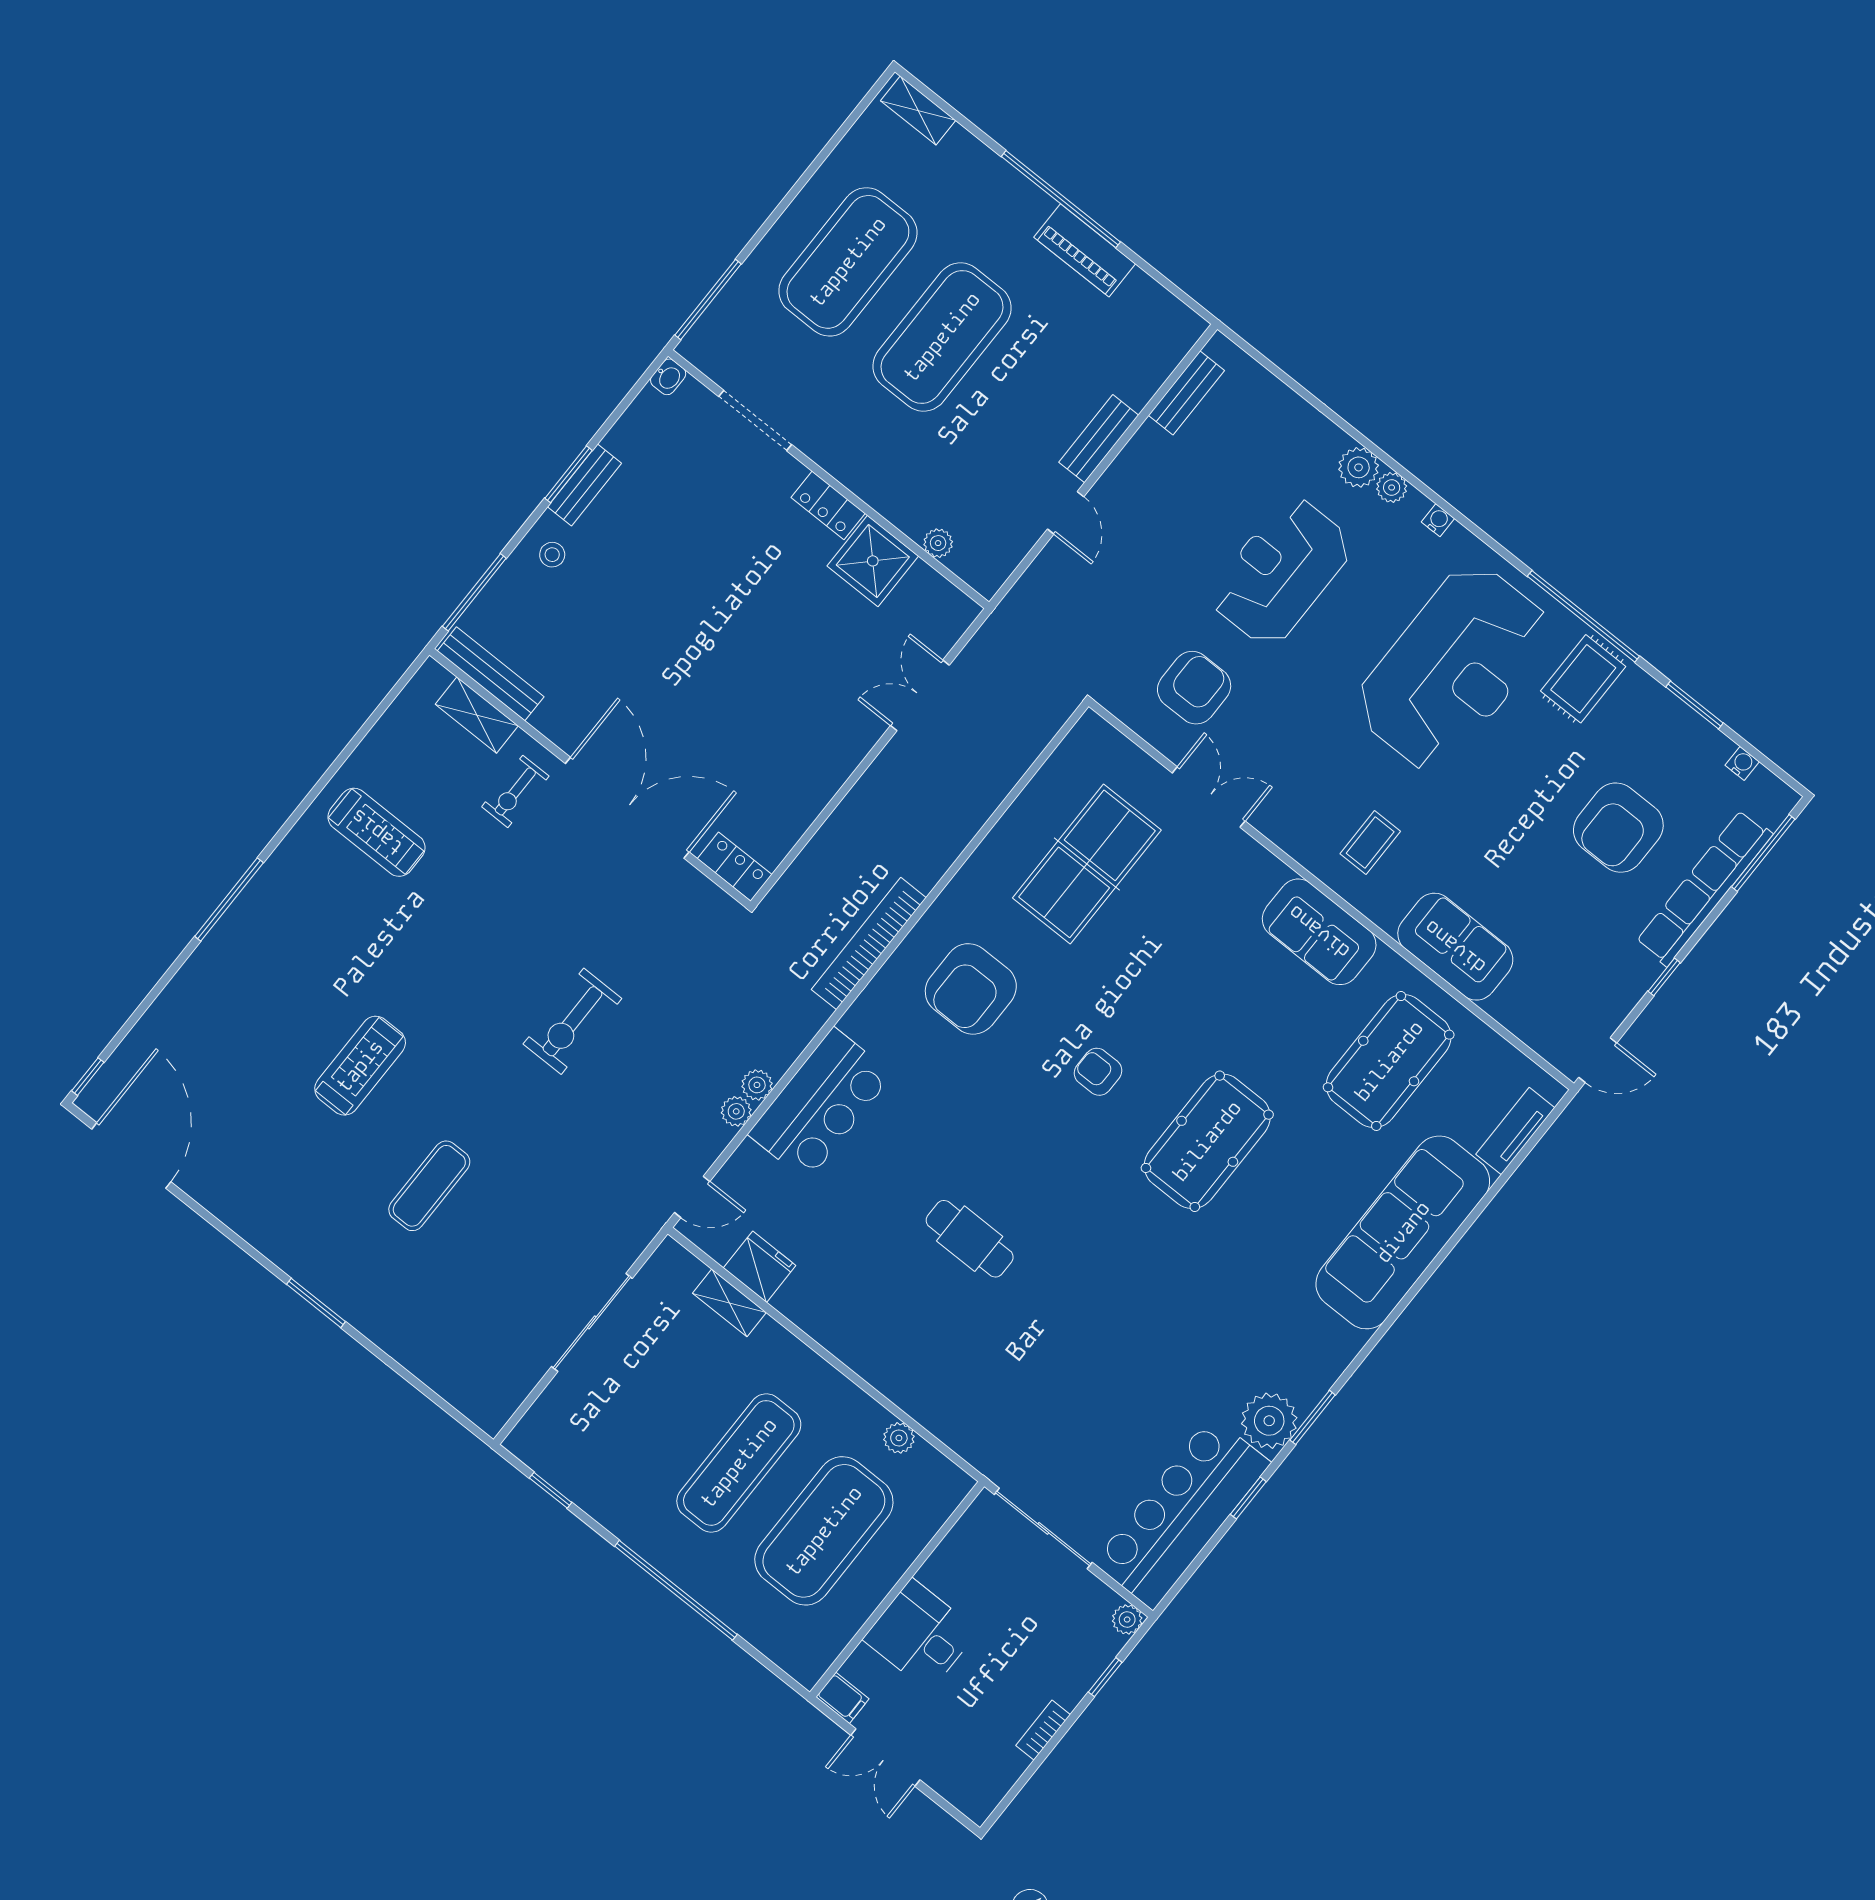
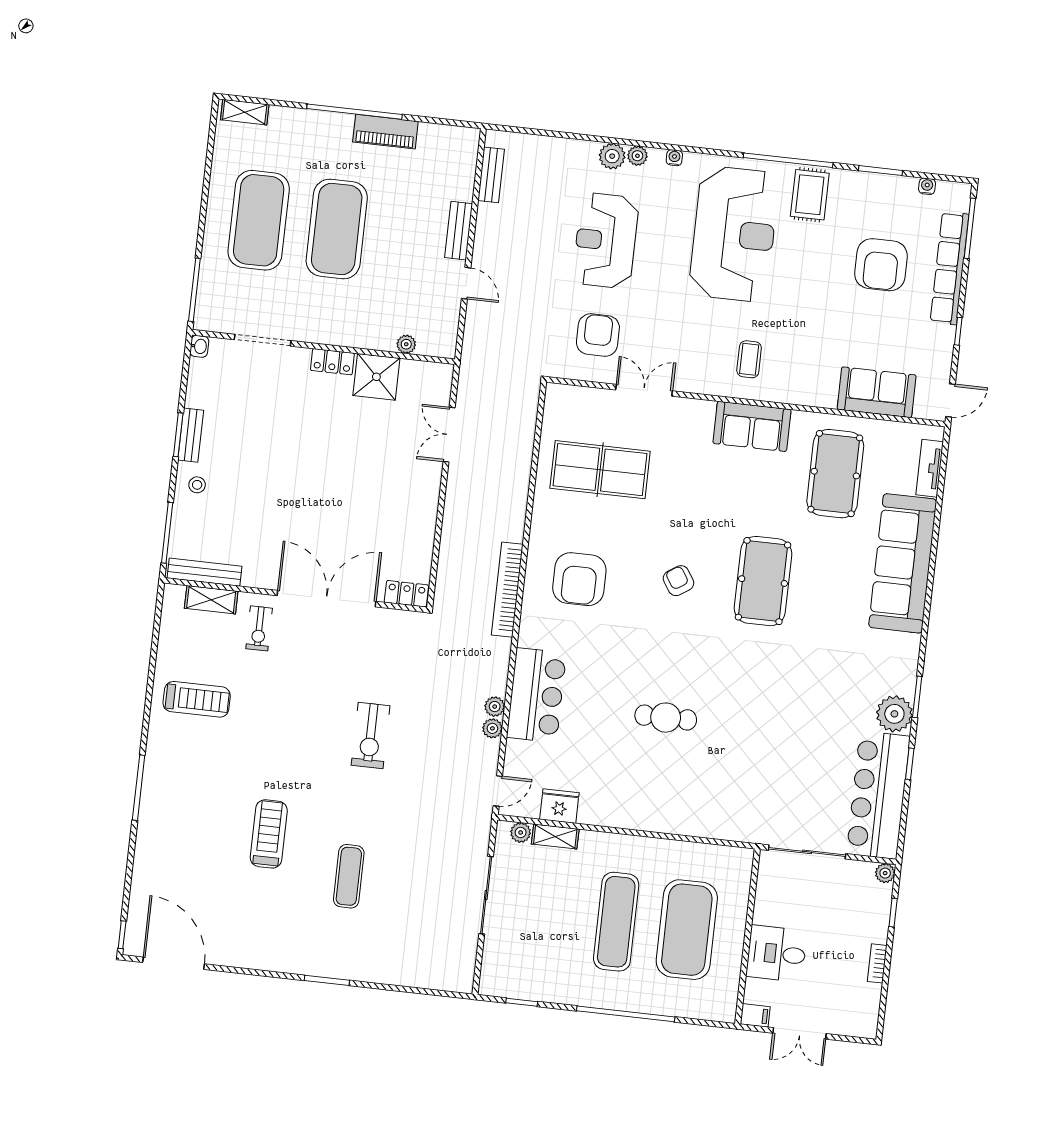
table tennis table: (1087, 864) -> (600, 470), turned 90
sofa: (1455, 947) -> (877, 392), moved
armchair: (1098, 1072) -> (678, 581), turned 57
plant: (899, 1438) -> (521, 833), moved

